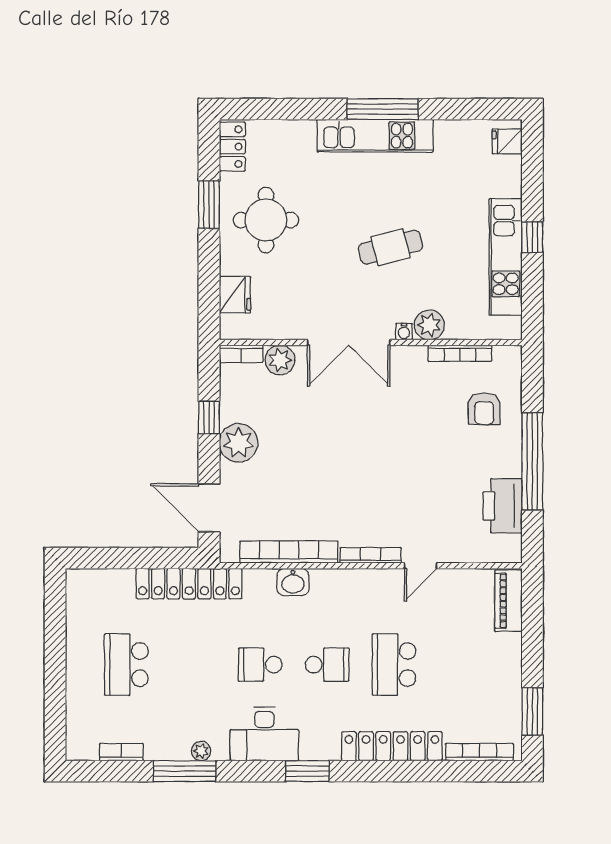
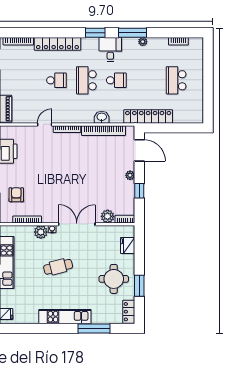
window: (383, 109) -> (94, 329), moved
plant: (239, 443) -> (130, 175), width x0.53, depth x0.53
school desk: (126, 665) -> (176, 80), turned 180
school desk: (327, 665) -> (86, 80), width x1.85
school desk: (394, 665) -> (56, 80), width x0.54
desk: (264, 734) -> (110, 49), width x0.73
window: (185, 771) -> (132, 33), moved

